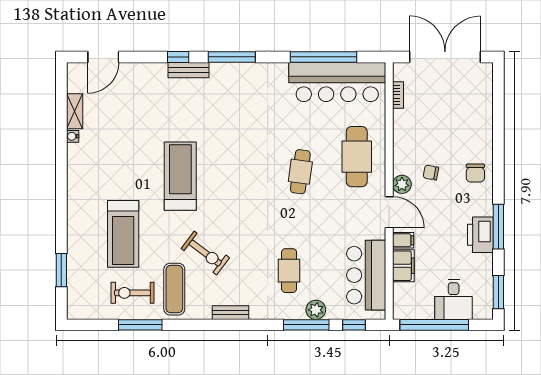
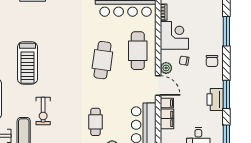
window: (498, 125) -> (226, 31), added
corner desk: (415, 132) -> (174, 35), added
cafe table: (300, 172) -> (102, 60), width x1.37, depth x1.35
treadmill: (180, 176) -> (27, 63), turned 180
exercise bike: (205, 253) -> (43, 111), turned 53

